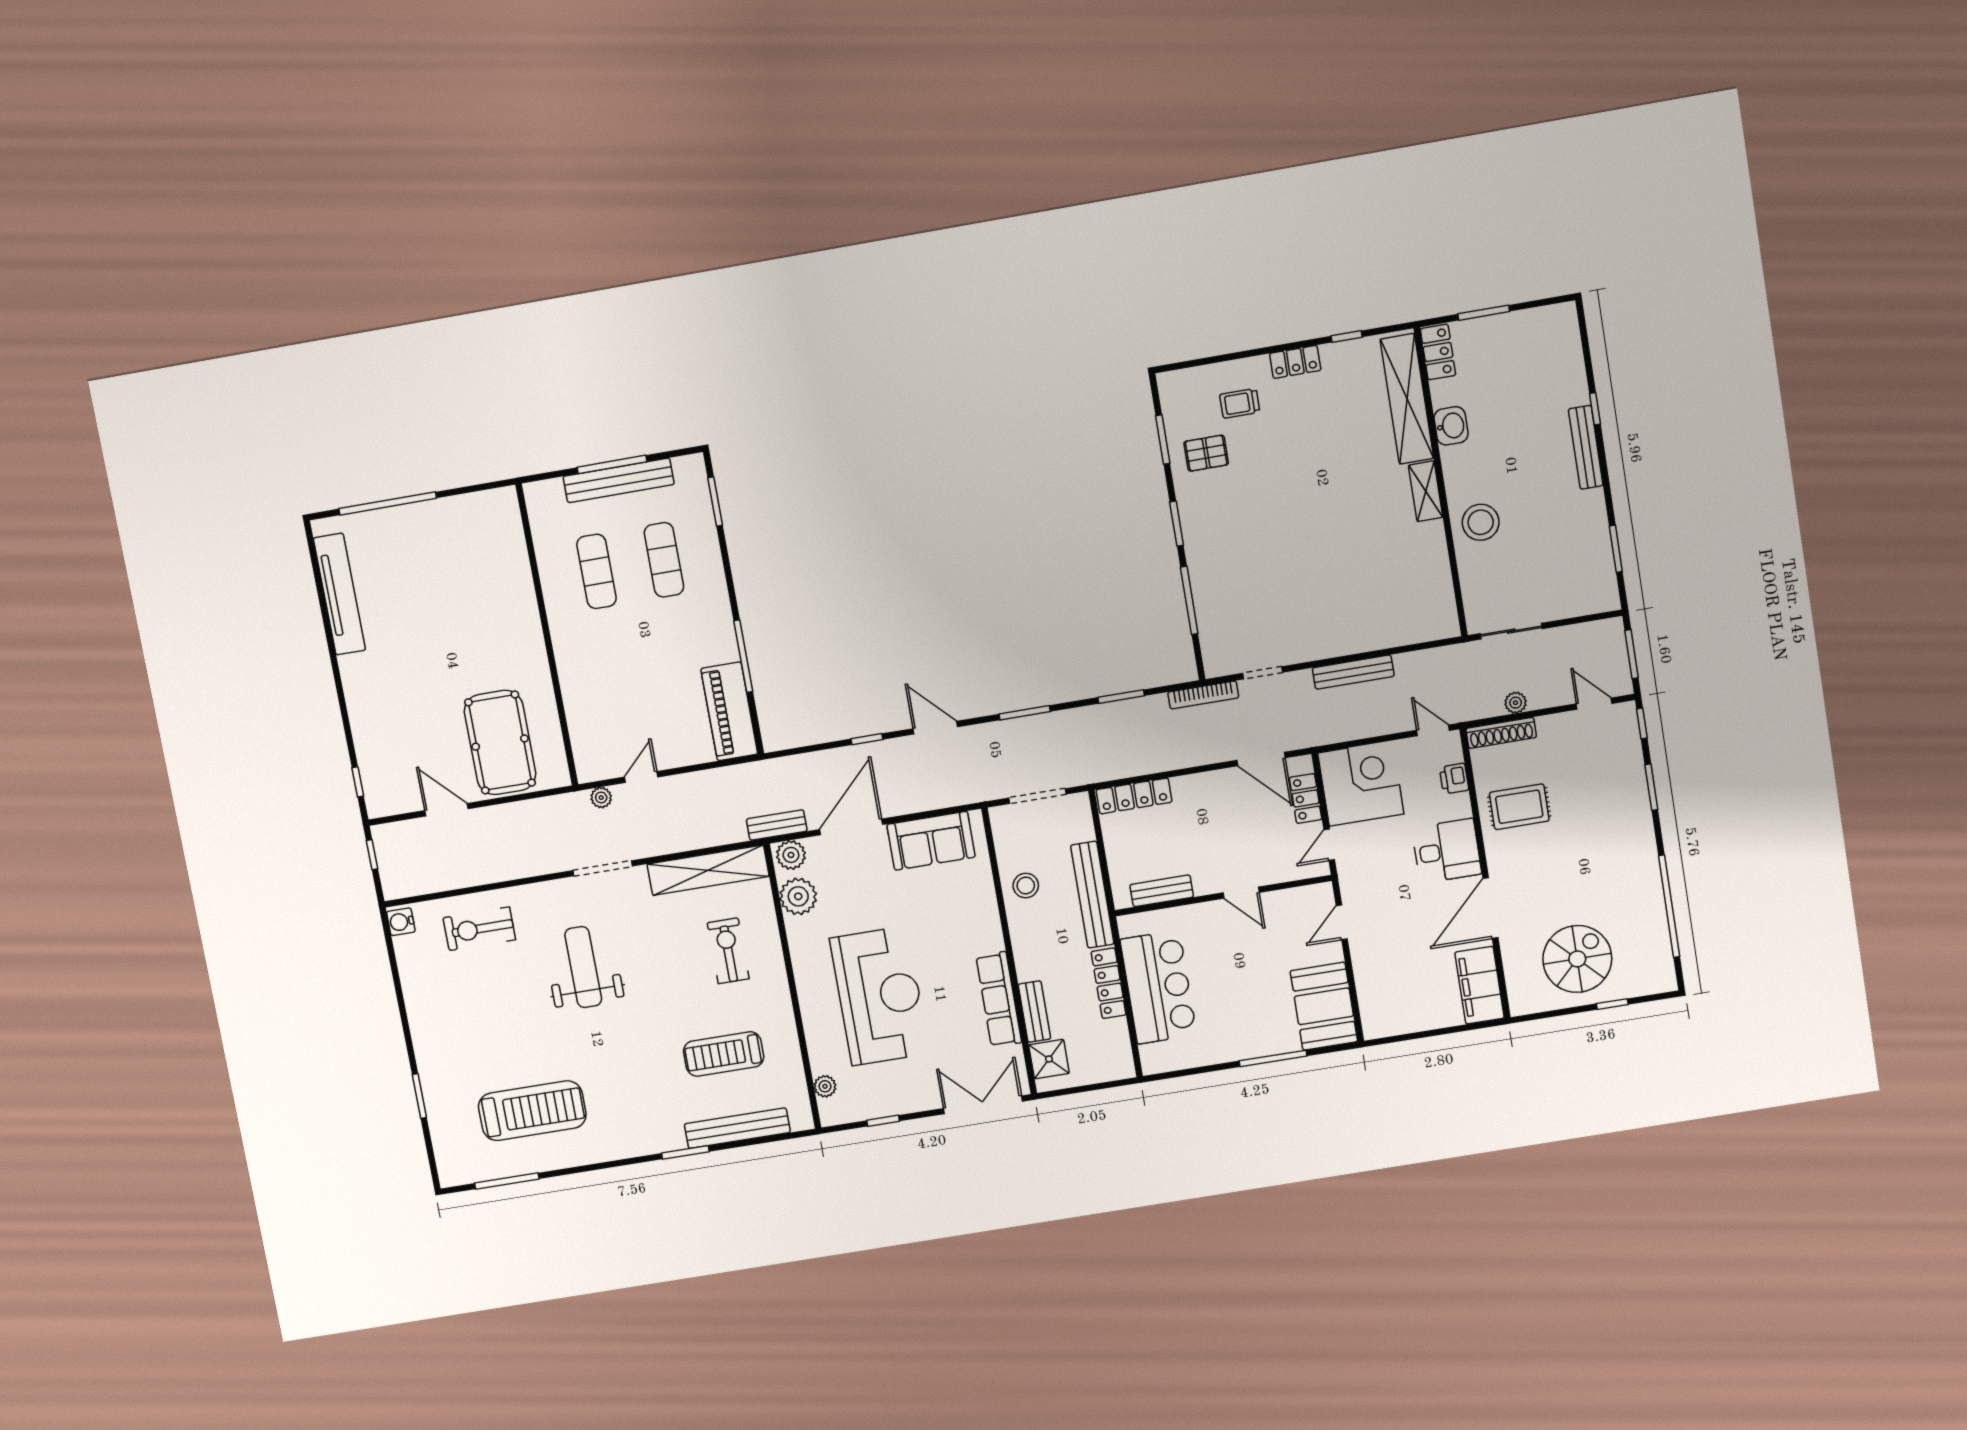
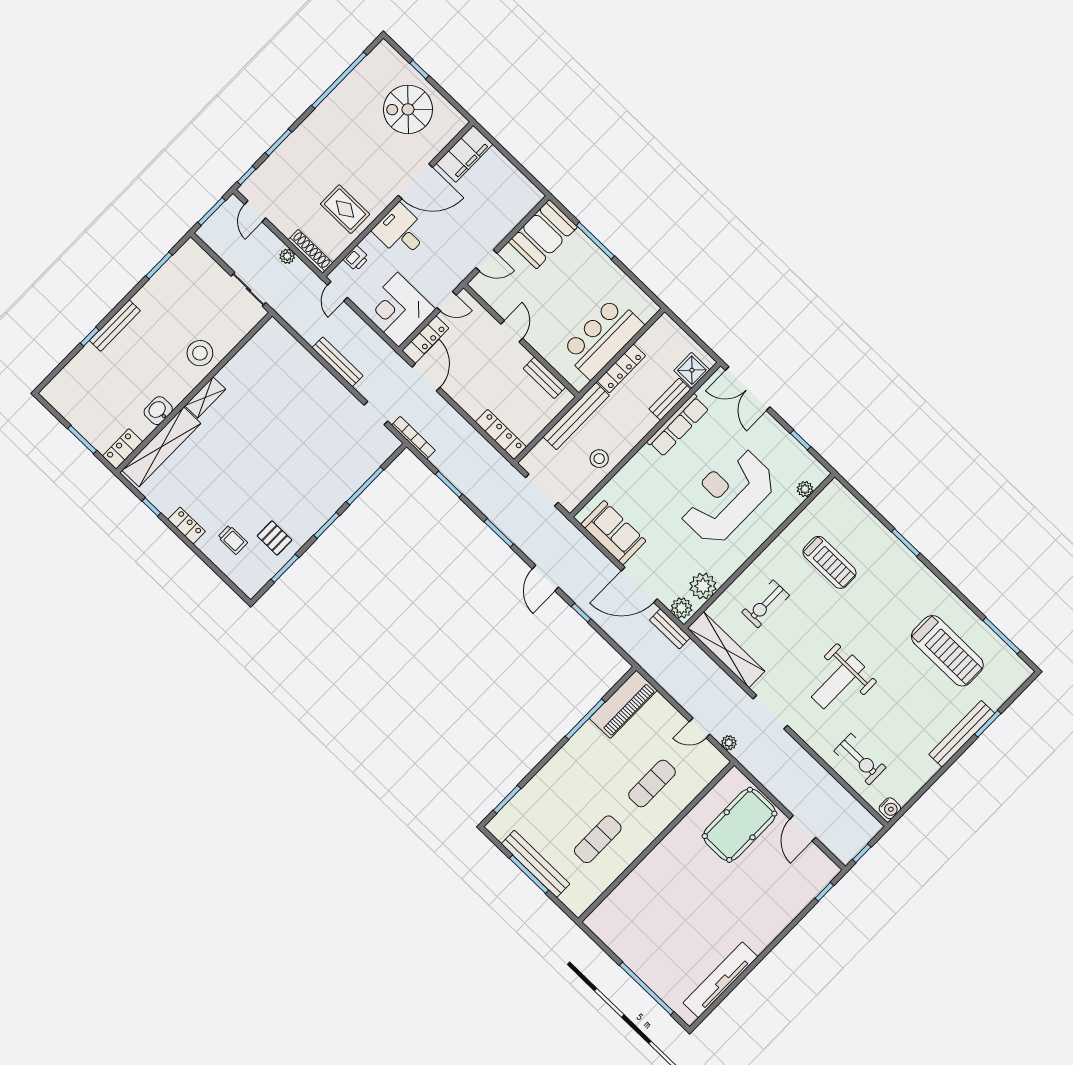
exercise mat: (664, 560) -> (652, 783), moved
treadmill: (532, 1111) -> (947, 651), turned 180
bench: (737, 1128) -> (962, 734), moved, turned 90

